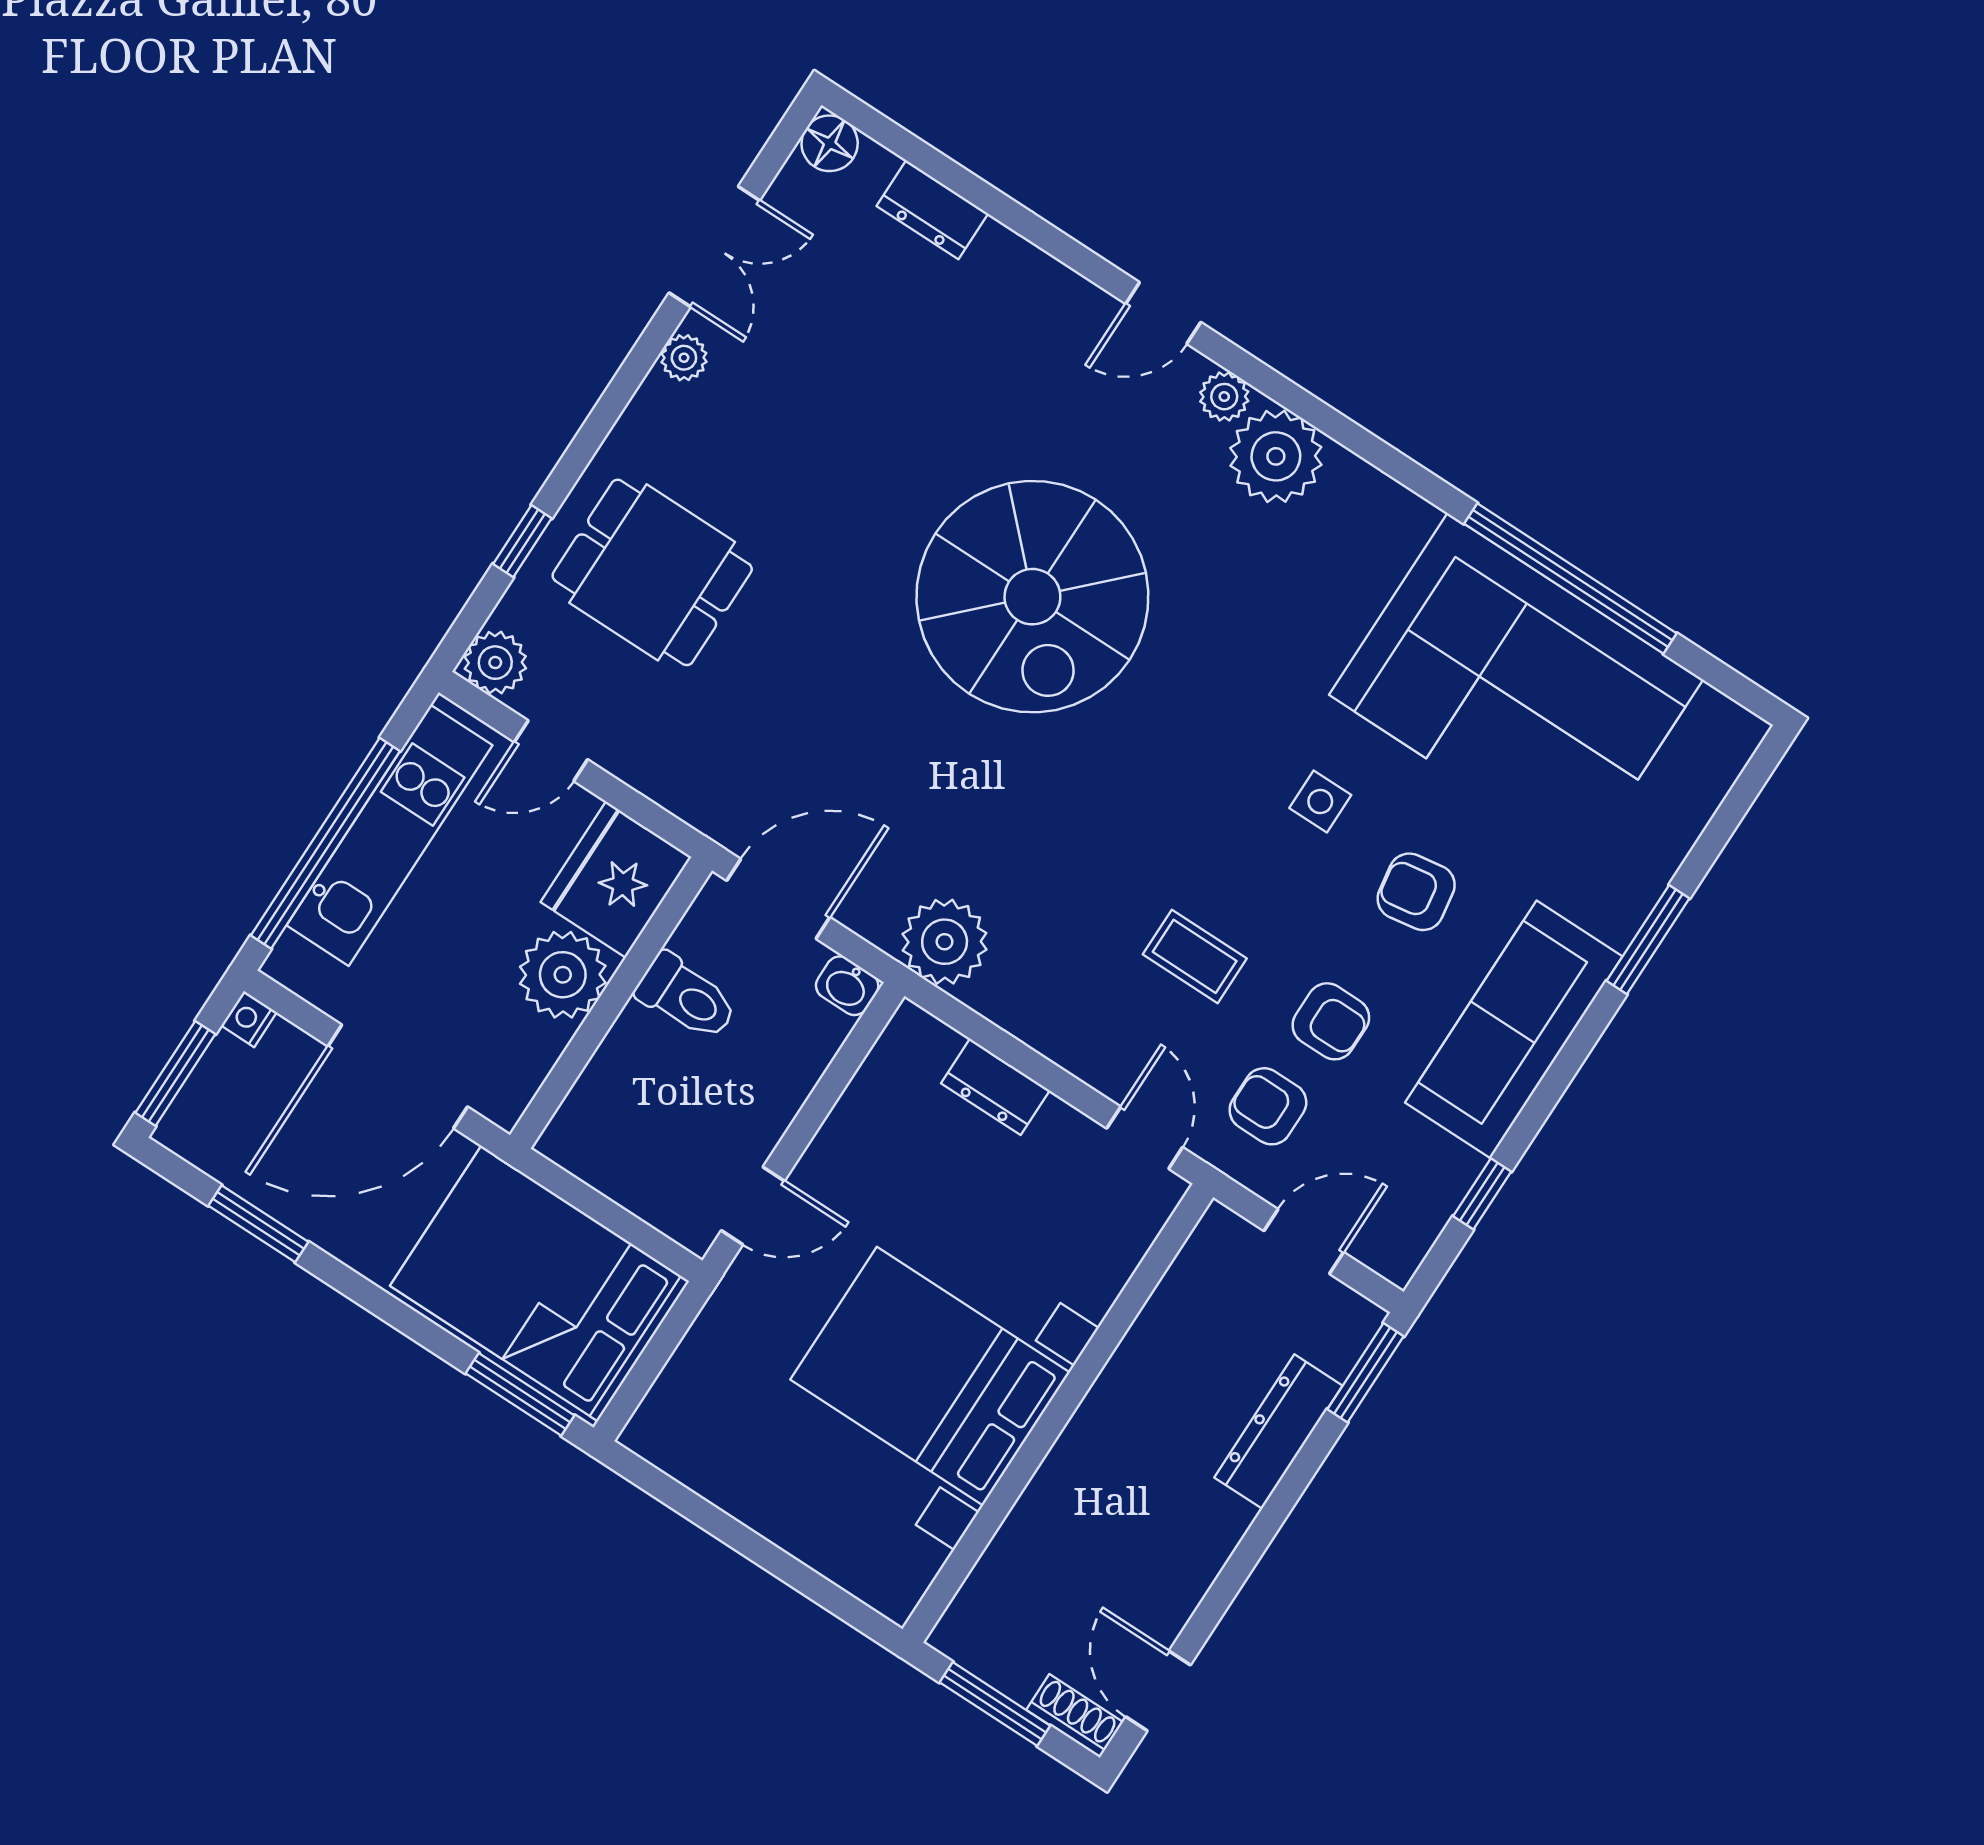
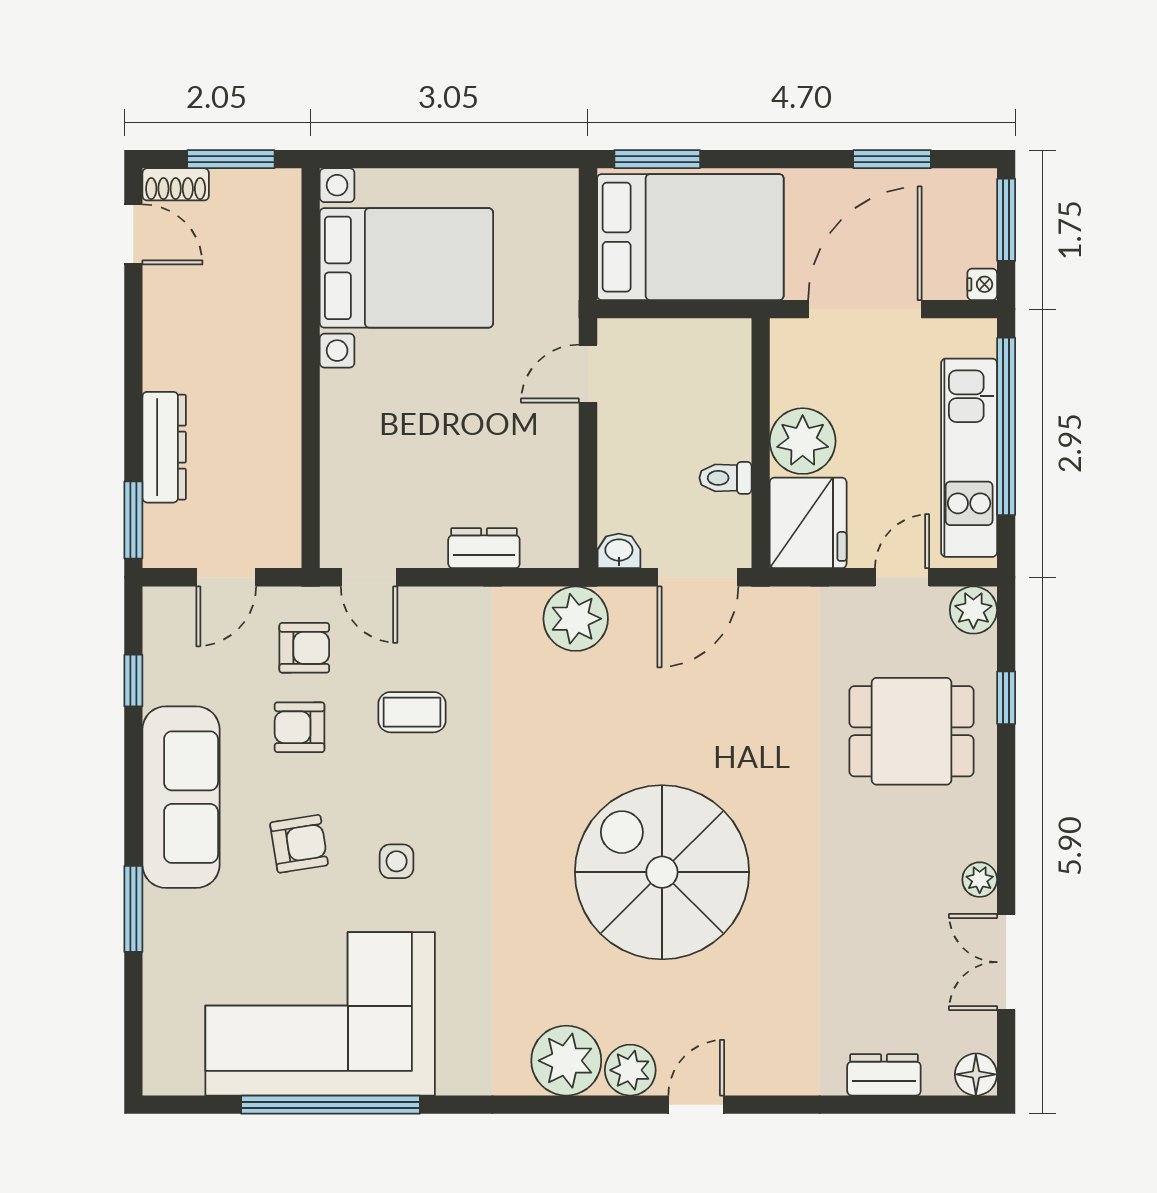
plant: (1224, 397) -> (630, 1070), width x1.38, depth x1.38
toilet: (687, 997) -> (725, 478), width x0.73, depth x0.72
bed with nightstands: (930, 1376) -> (406, 268), moved

